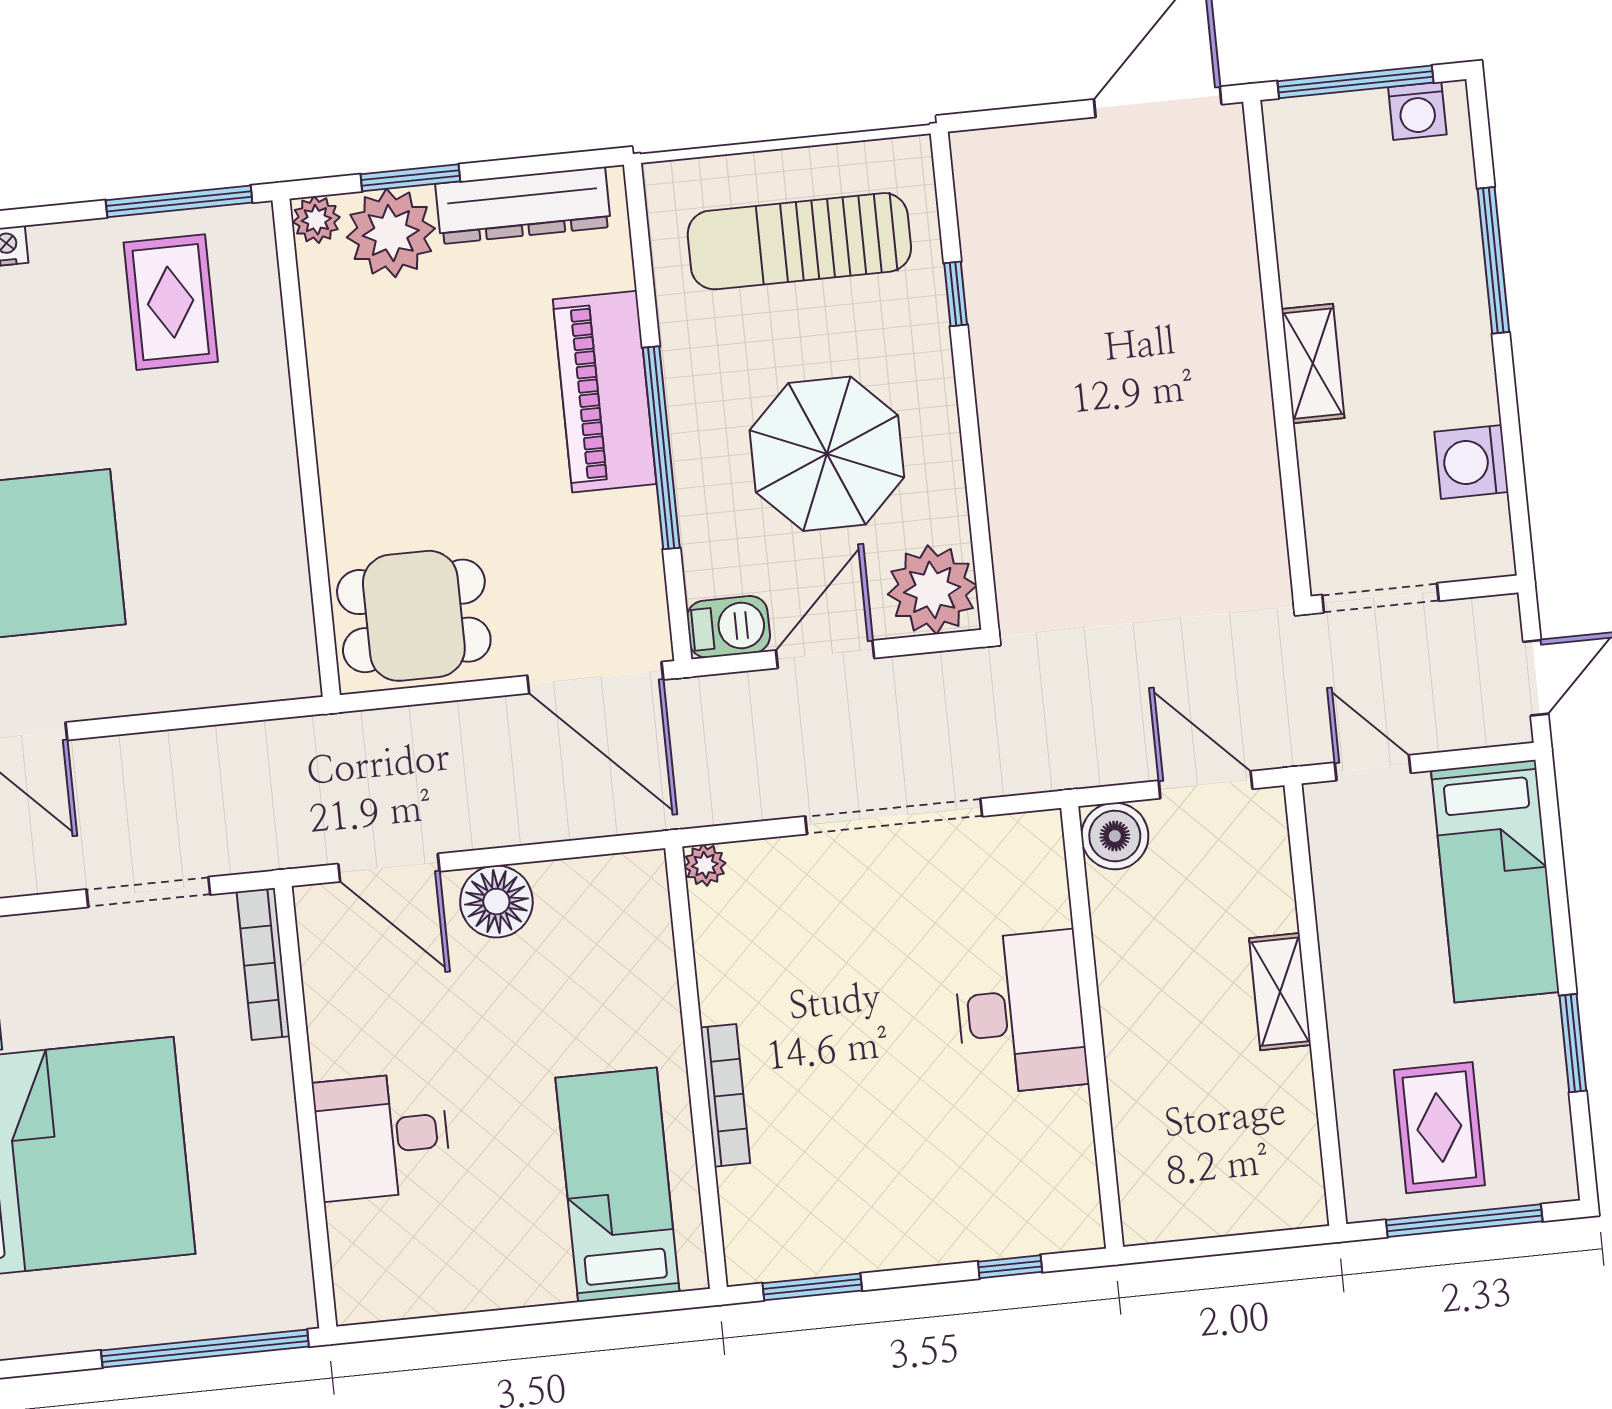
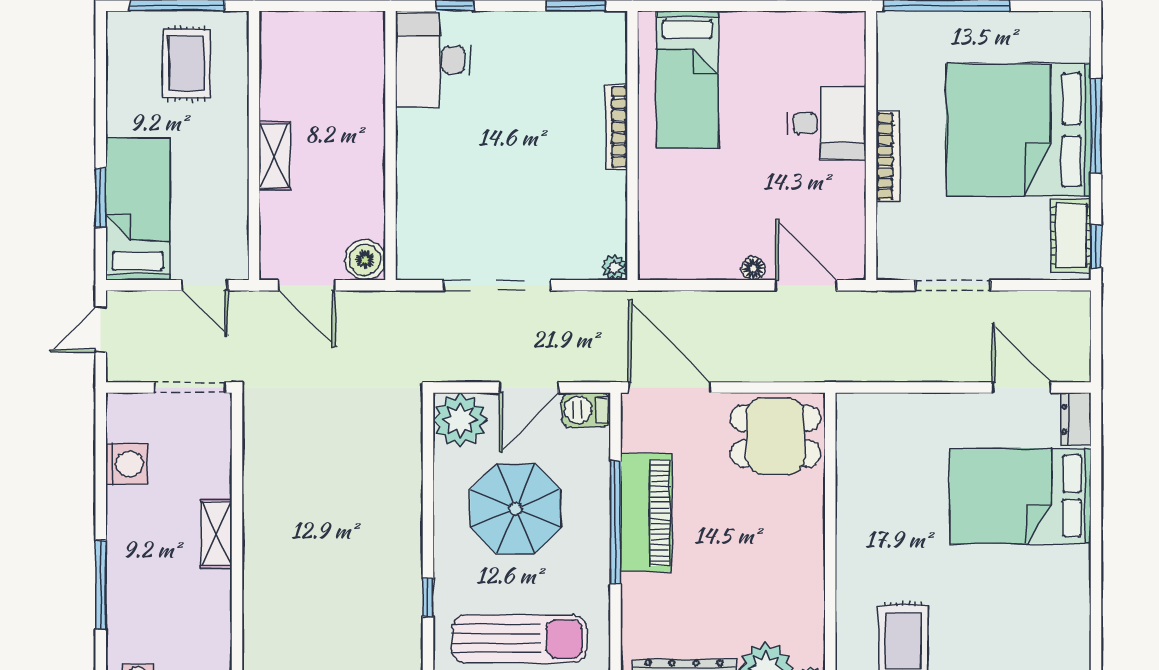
piano: (605, 392) -> (646, 513), moved
floor lamp: (496, 902) -> (753, 268), width x0.53, depth x0.53
bookcase: (263, 964) -> (888, 156), moved
desk: (1020, 1012) -> (433, 60), moved
window: (1573, 1043) -> (101, 198), moved

